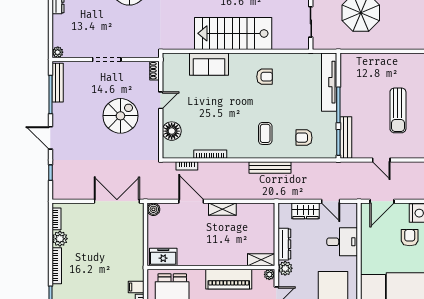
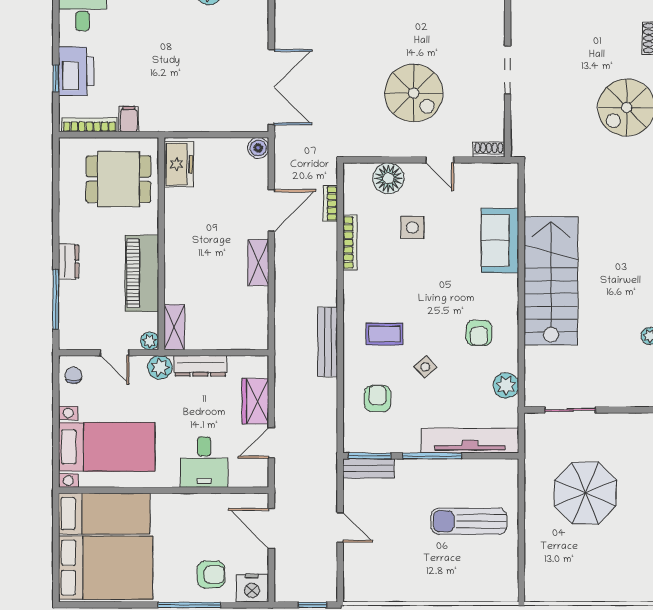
plant: (296, 60) -> (506, 385), added
side table: (285, 109) -> (425, 367), added
sun lounger: (398, 110) -> (469, 521), moved
side table: (201, 117) -> (412, 227), added
bench: (346, 137) -> (368, 468), width x0.73
door: (381, 160) -> (340, 527), swing flipped

